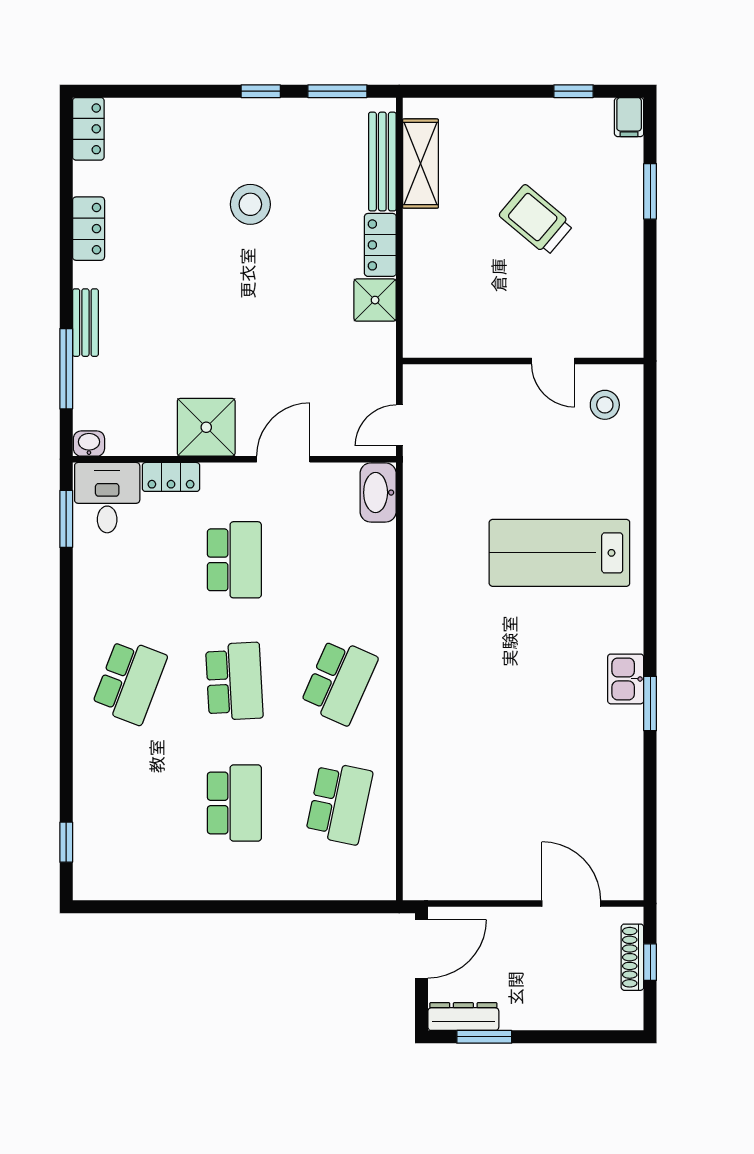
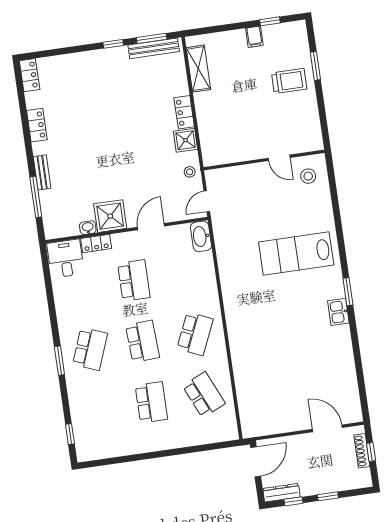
filing cabinet: (629, 117) -> (254, 37), moved
bench: (382, 162) -> (154, 48), moved, turned 90
stool: (250, 204) -> (190, 172), moved, width x0.53, depth x0.53
trolley: (536, 220) -> (289, 81), moved, turned 140
washbasin: (89, 444) -> (88, 228), moved
window: (66, 519) -> (59, 361), moved
window: (650, 703) -> (348, 292), moved
school desk: (339, 803) -> (204, 395), turned -36
window: (484, 1037) -> (293, 501), width x0.67
window: (553, 1037) -> (328, 496), added

